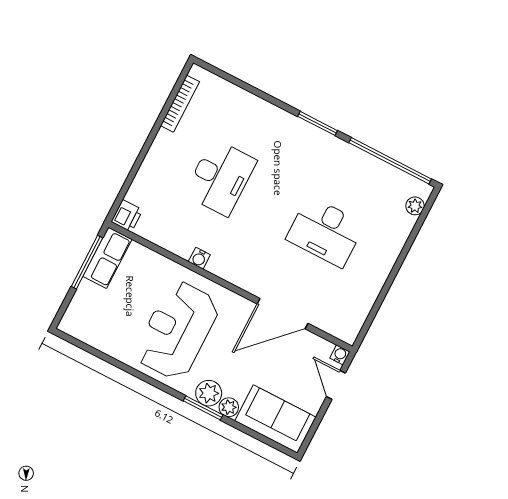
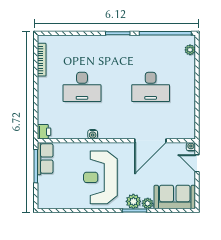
desk: (220, 177) -> (82, 87), turned 90

